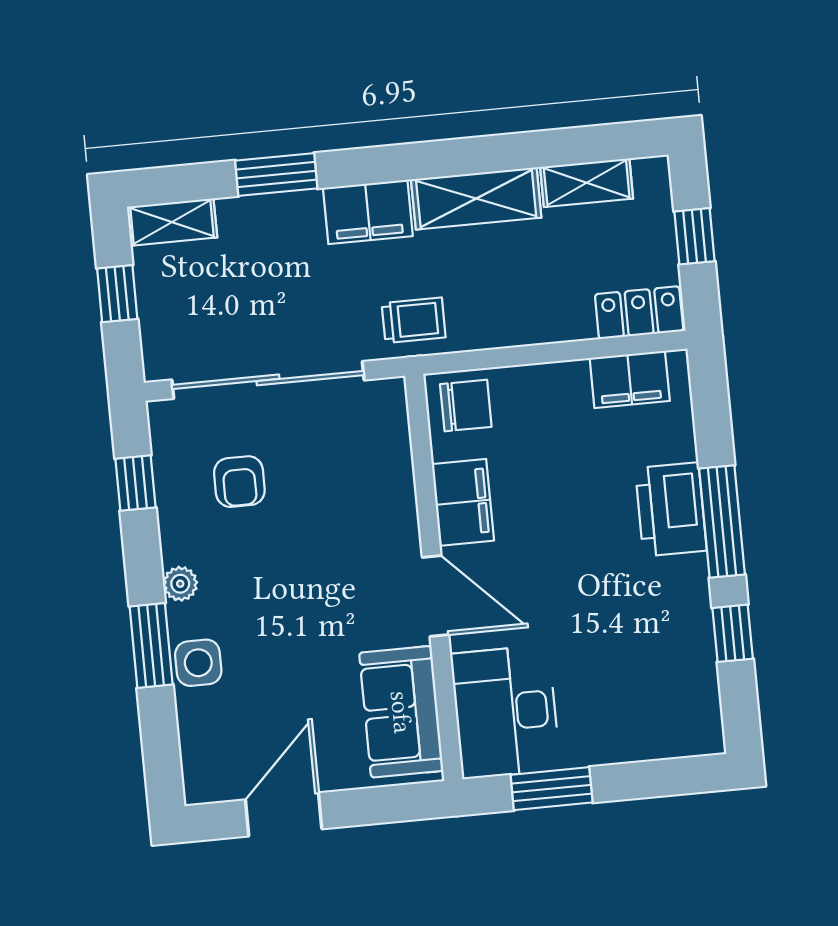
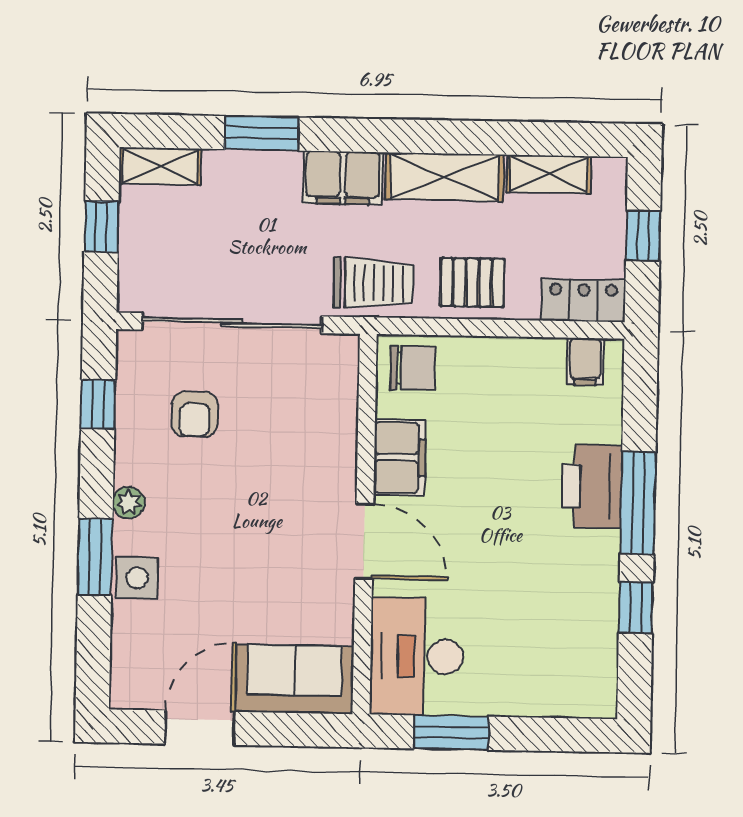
pallet: (519, 307) -> (472, 282), added
trolley: (414, 320) -> (374, 283), width x1.36, depth x1.39
filing cabinet: (630, 379) -> (585, 362), width x0.50
sofa: (401, 712) -> (295, 679), moved, turned 90

